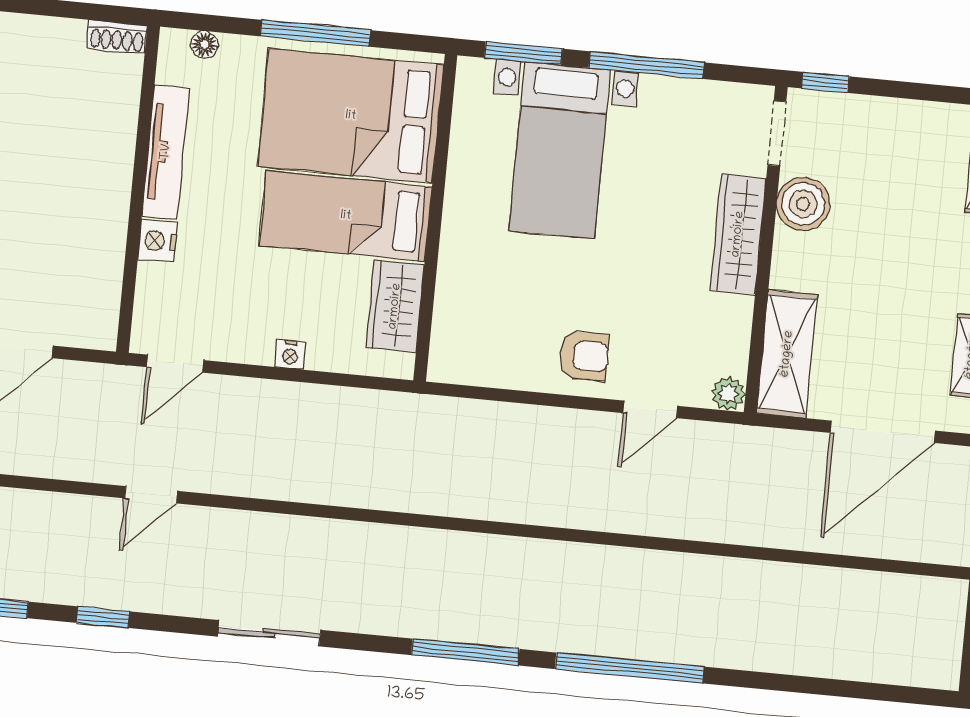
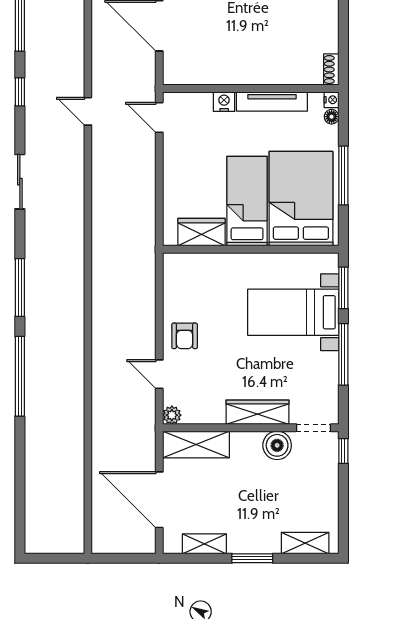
nightstand: (290, 355) -> (331, 100), moved, turned 180

